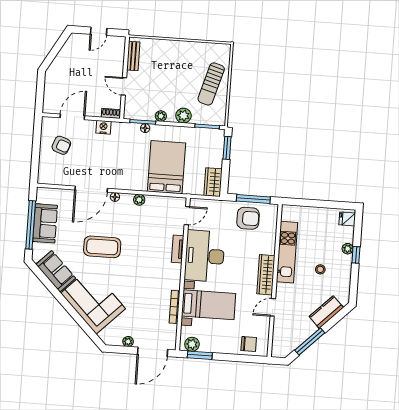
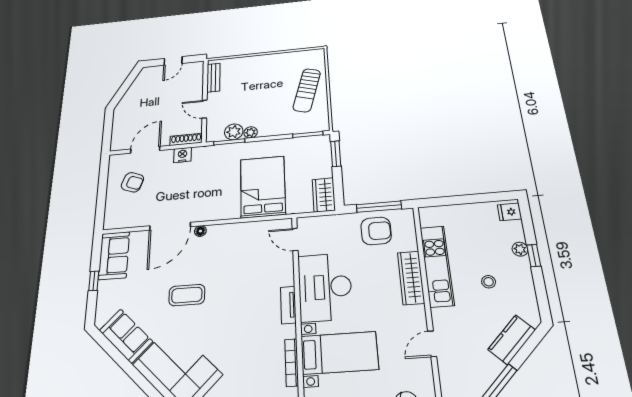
shoe rack: (111, 113) -> (186, 139), width x1.43
plant: (184, 116) -> (234, 132), moved
floor lamp: (145, 128) -> (233, 148), removed
plant: (139, 200) -> (231, 230), removed
door: (187, 216) -> (295, 239), swing flipped
sofa: (45, 223) -> (114, 255), moved
window: (31, 225) -> (94, 281), width x0.32
coffee table: (102, 247) -> (187, 295), width x0.73, depth x0.76
tv unit: (178, 249) -> (288, 305), moved
wardrobe: (266, 275) -> (411, 278), moved

